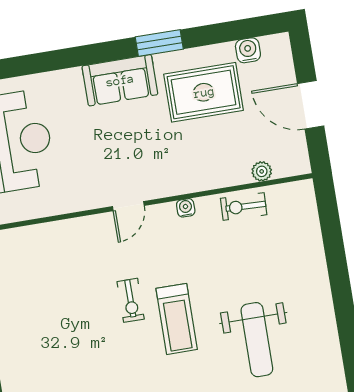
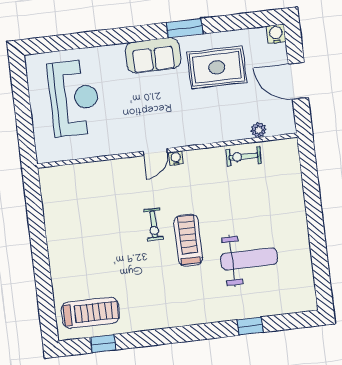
water cooler: (248, 50) -> (276, 34), moved
water cooler: (186, 208) -> (176, 158), moved
treadmill: (177, 319) -> (188, 240), turned 180
weight bench: (257, 340) -> (249, 259), turned -90

